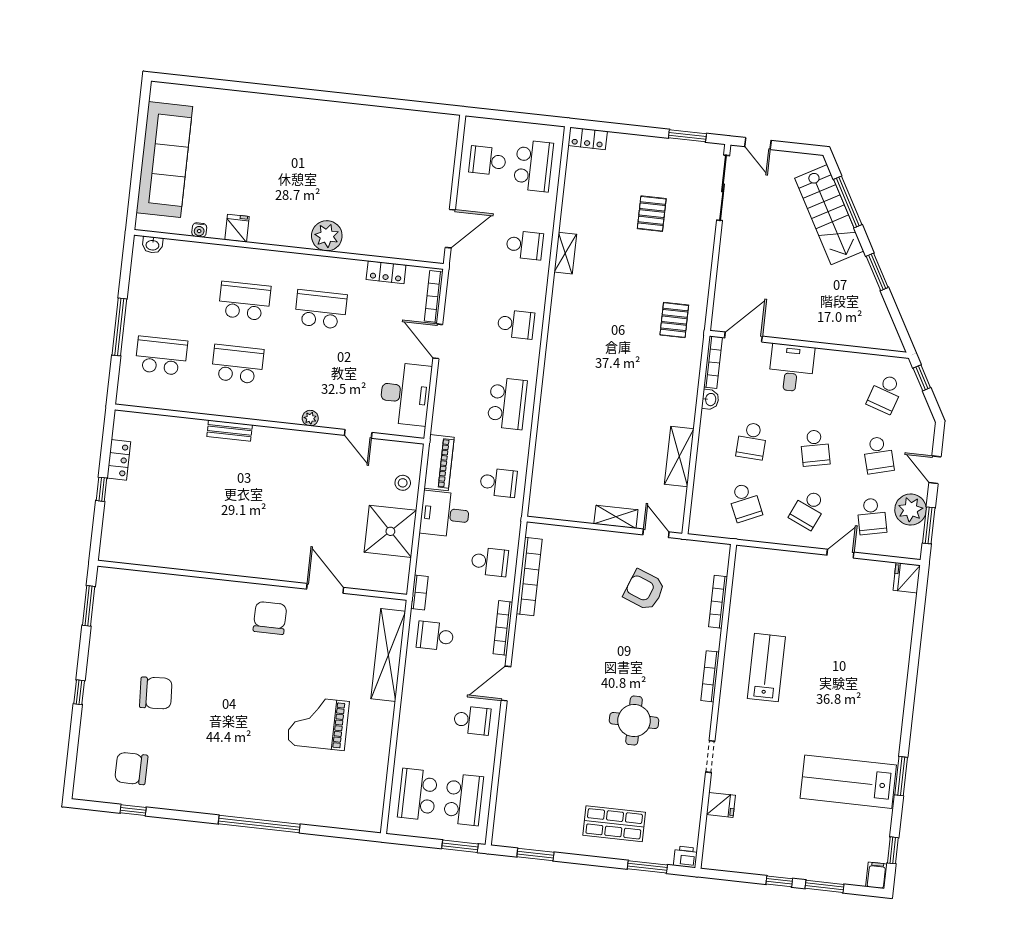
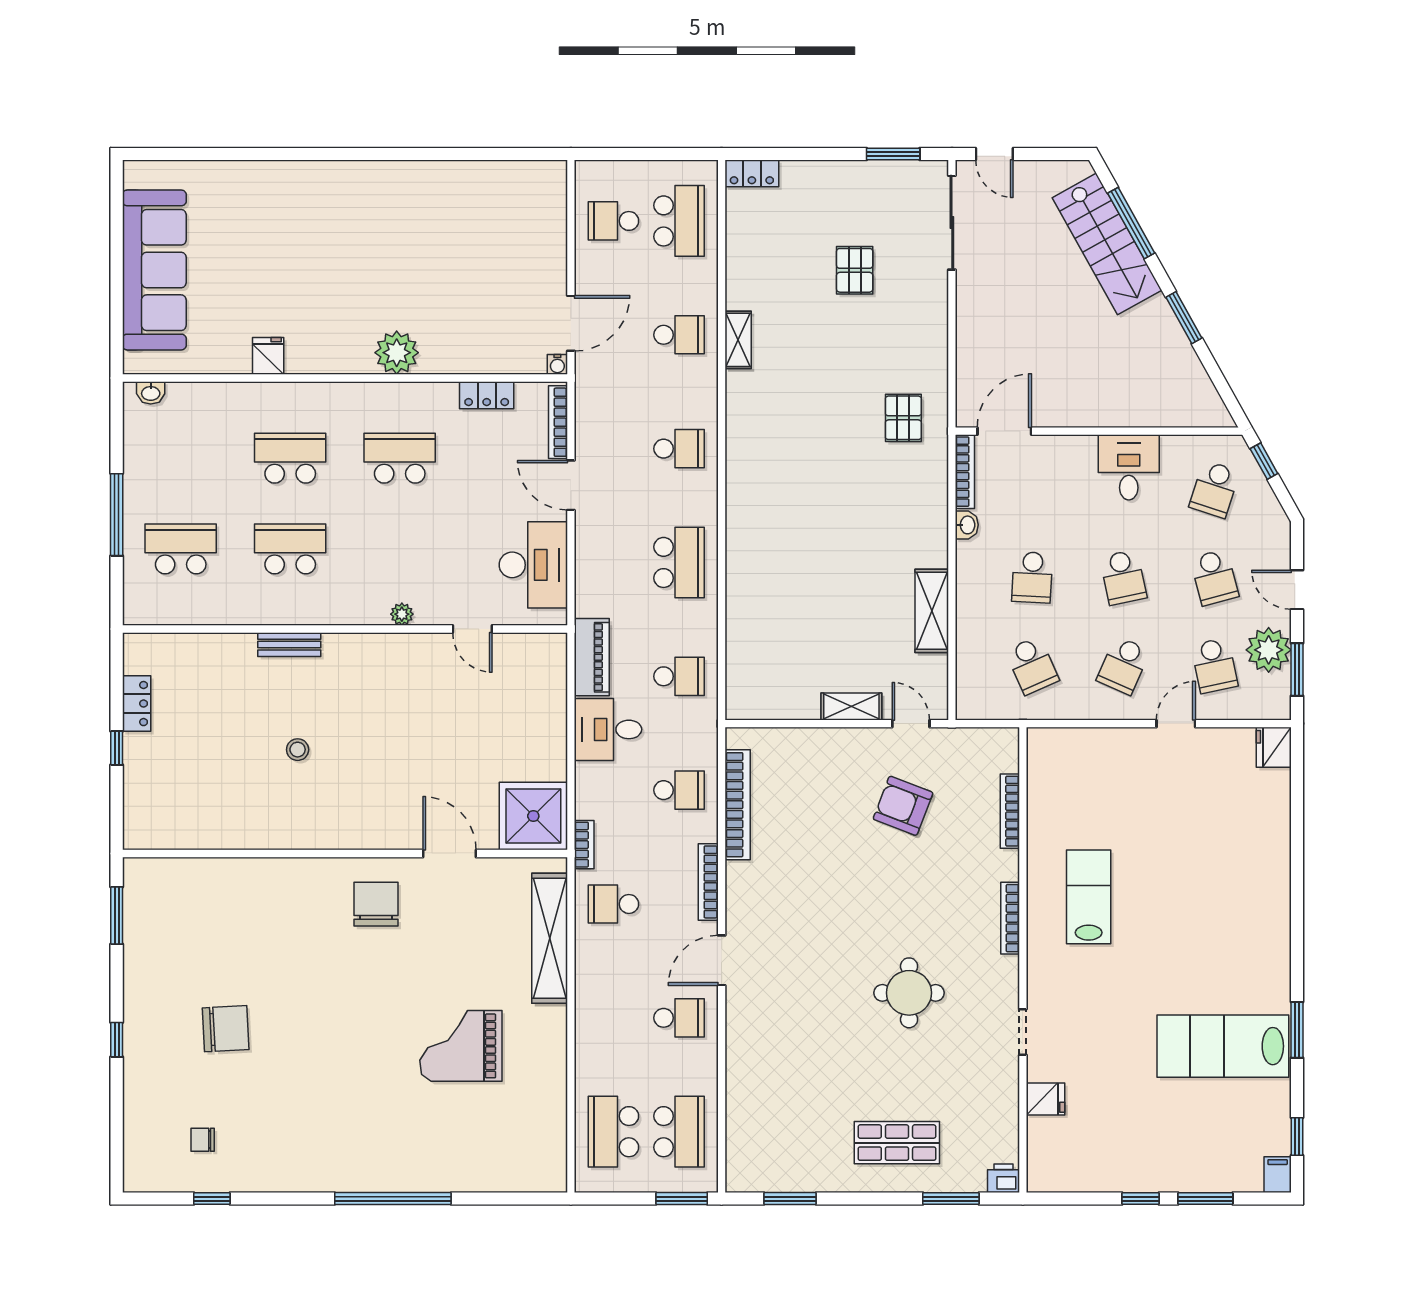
water cooler: (199, 230) -> (557, 364), moved
desk: (791, 368) -> (1129, 467), moved
stool: (403, 483) -> (298, 750), moved
shower: (390, 531) -> (533, 816), moved
chair: (131, 768) -> (203, 1140), width x0.54, depth x0.54

